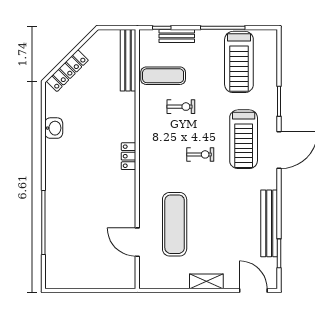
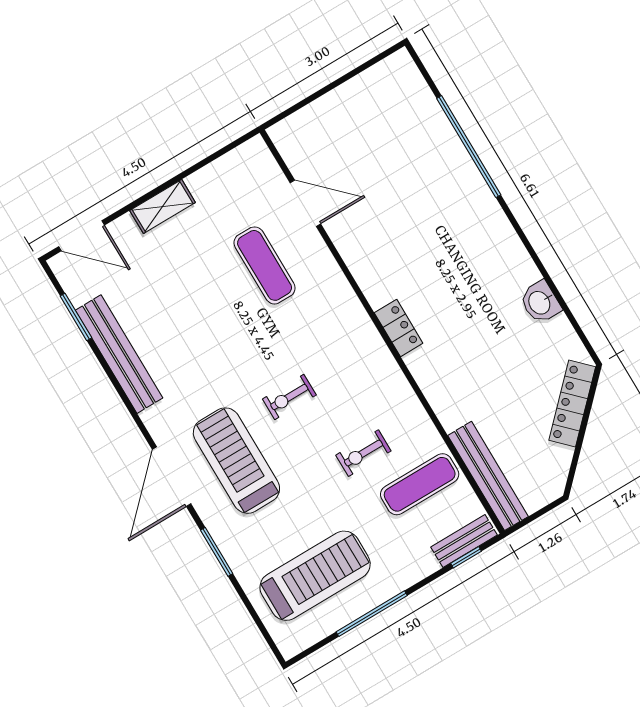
bench: (177, 36) -> (464, 541), moved
treadmill: (239, 62) -> (315, 576), turned 90
exercise mat: (175, 224) -> (265, 265), width x0.73, depth x0.69

